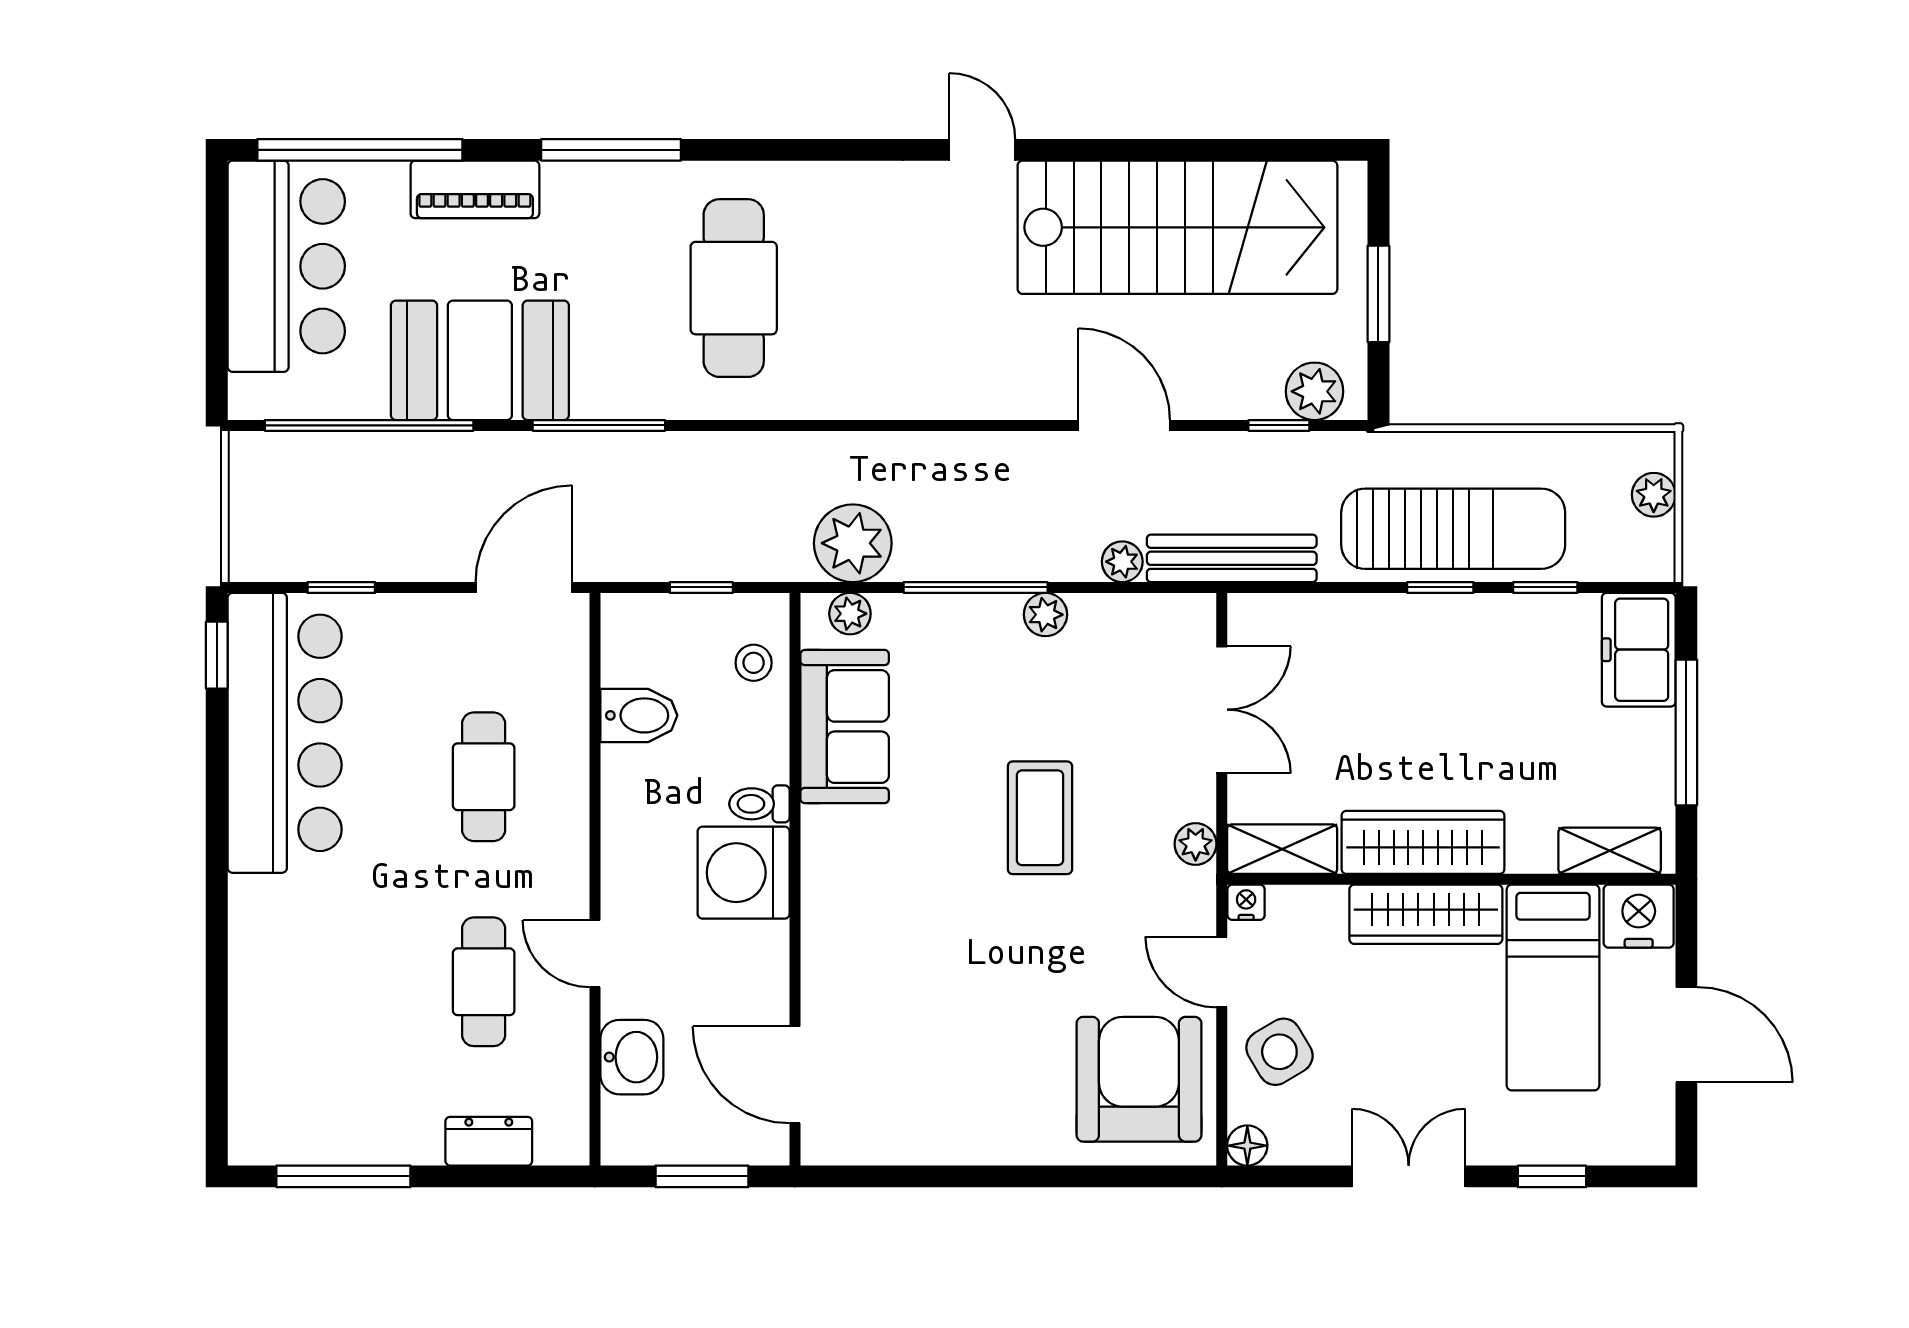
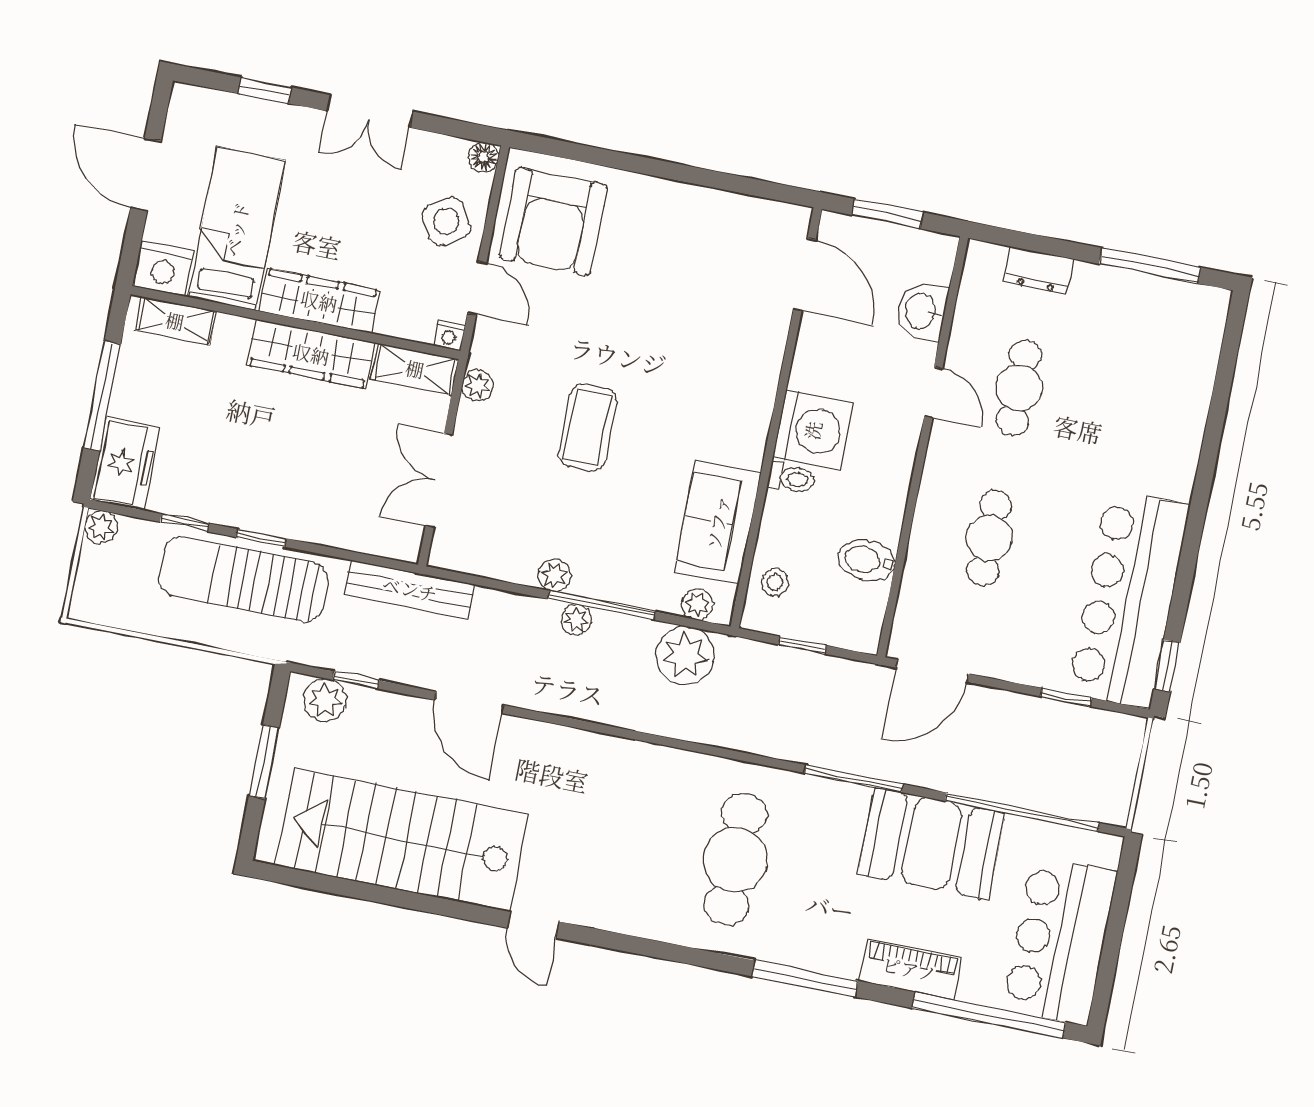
plant: (1654, 495) -> (101, 527), moved
plant: (1122, 562) -> (576, 620), moved

